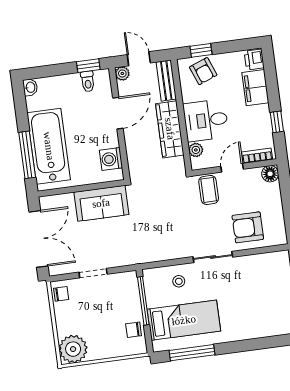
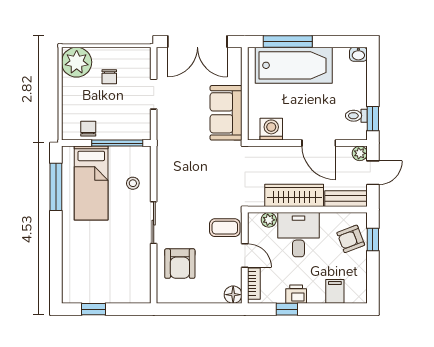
printer: (254, 60) -> (296, 294), moved
filing cabinet: (255, 88) -> (335, 291), width x0.50
armchair: (248, 227) -> (180, 264), turned 180
chair: (61, 294) -> (109, 77), moved

